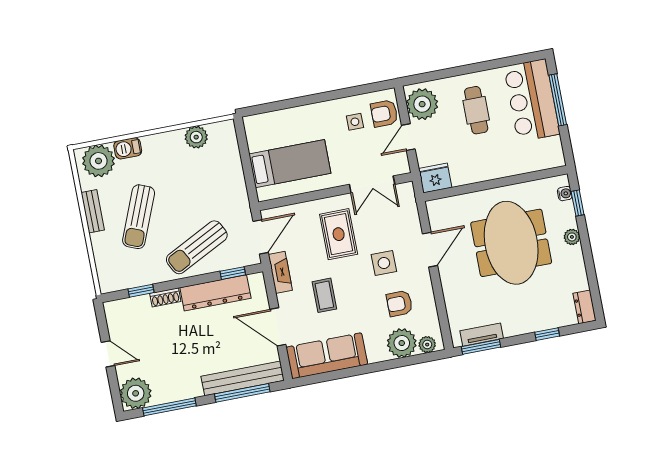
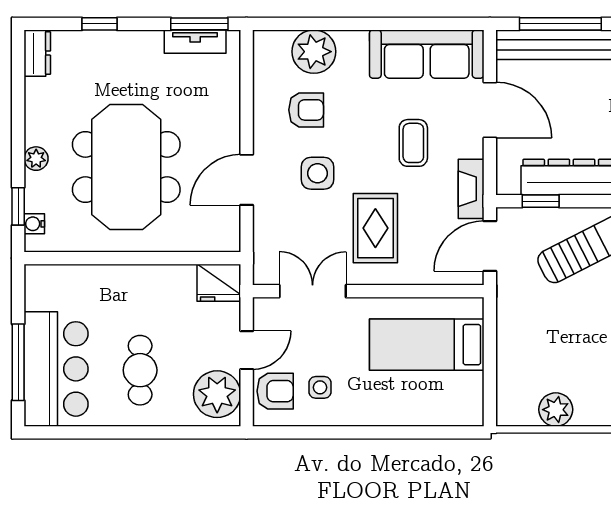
plant: (427, 345) -> (277, 42), removed

